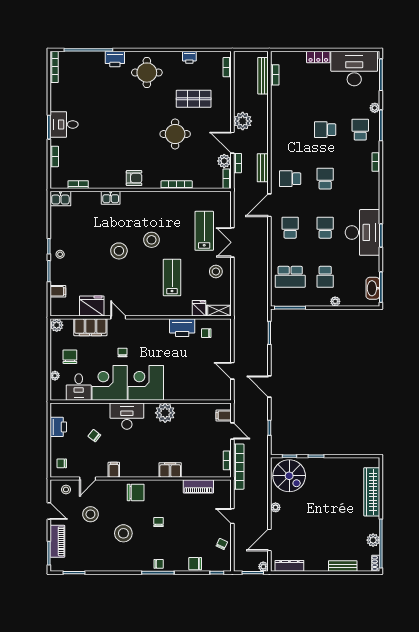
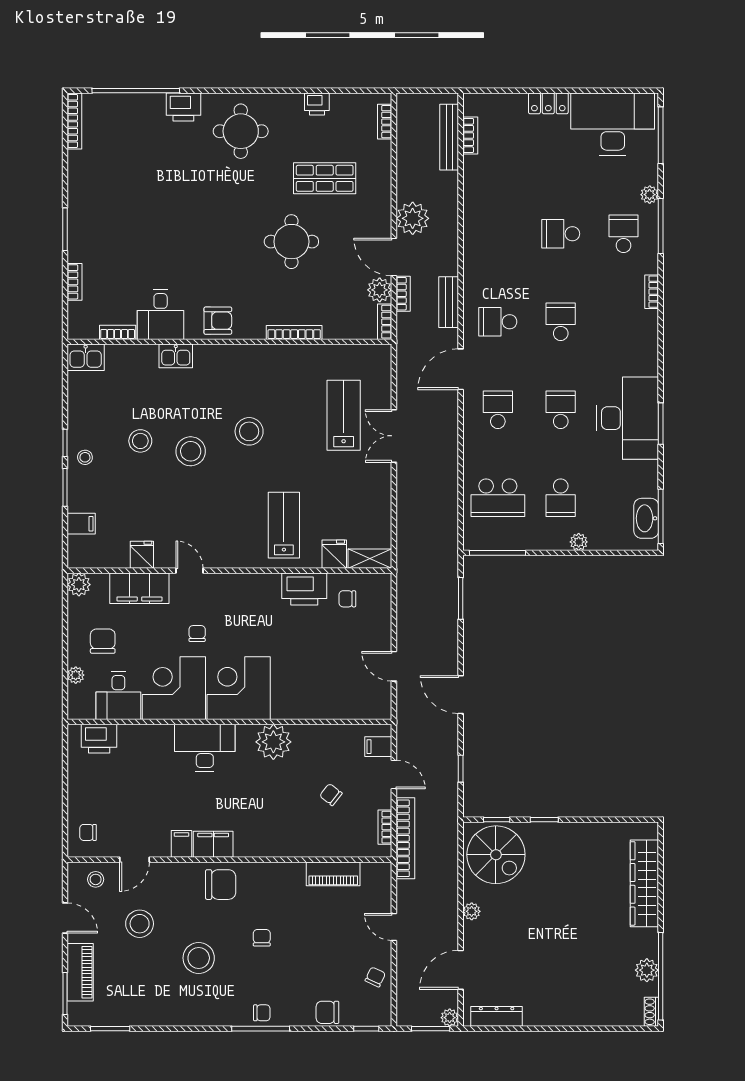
desk: (64, 124) -> (161, 314), moved, turned -90
stool: (216, 272) -> (140, 441), moved
lab bench: (172, 277) -> (284, 525), moved
fridge: (92, 306) -> (142, 555), width x0.53, depth x0.75
printer: (58, 427) -> (99, 739), moved, turned 90
chair: (94, 436) -> (331, 795), moved
filing cabinet: (170, 470) -> (213, 844), moved
bench: (343, 566) -> (592, 1017), removed

